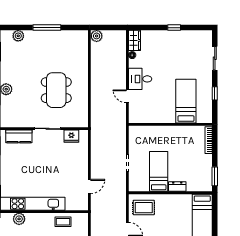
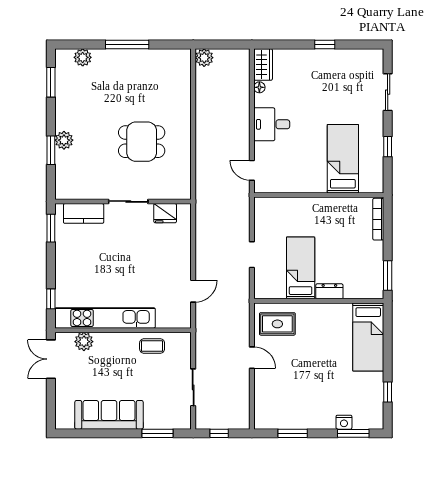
dining table: (56, 90) -> (142, 142), width x0.73
door: (127, 96) -> (252, 170), moved

